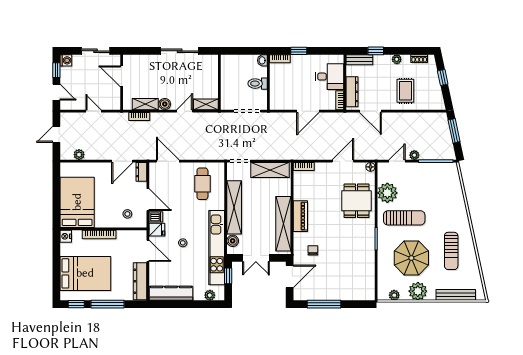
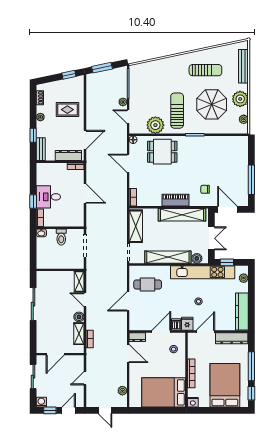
desk: (330, 77) -> (48, 197), moved, turned -90
window: (443, 77) -> (69, 75), moved
door: (168, 161) -> (128, 301), moved

